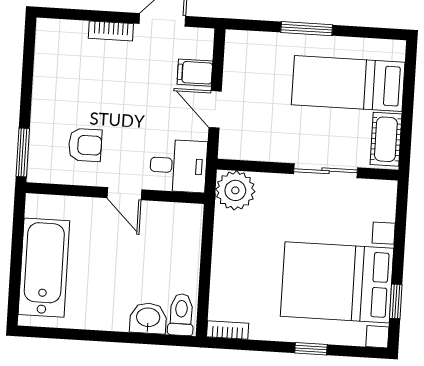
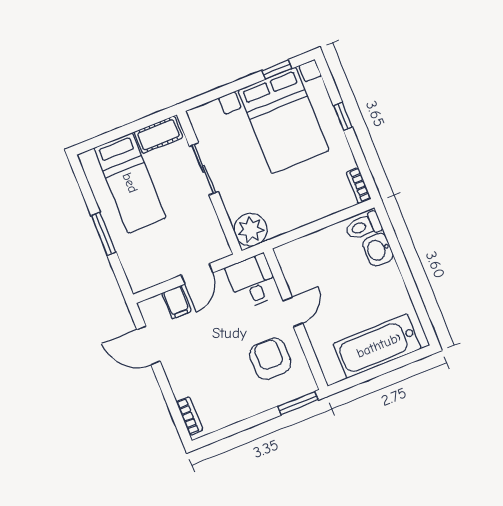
bookcase: (111, 31) -> (190, 416), moved
armchair: (85, 145) -> (270, 359), width x1.38, depth x1.38

